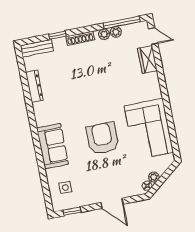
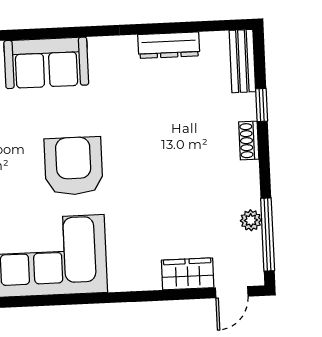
plant: (104, 34) -> (250, 197), removed
shoe rack: (80, 38) -> (249, 141), width x0.70
armchair: (102, 138) -> (74, 166), moved, turned -90

